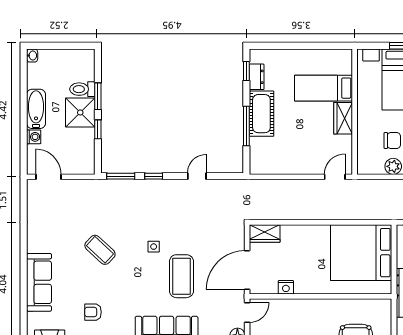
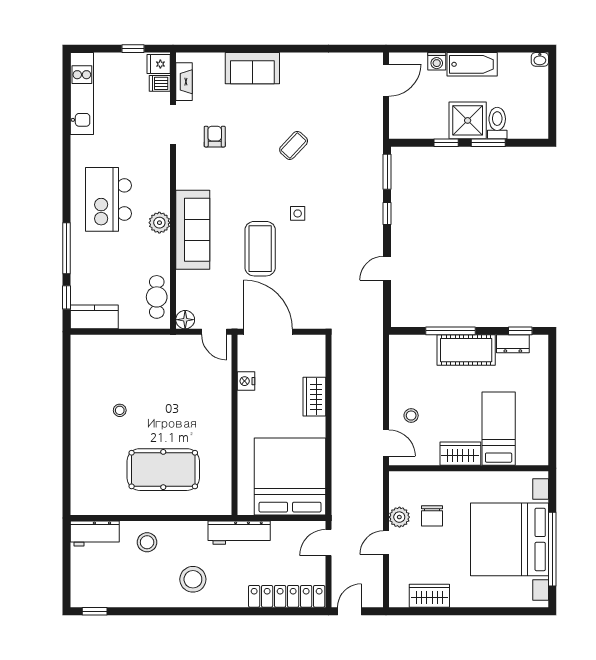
stool: (313, 157) -> (411, 416), added
door: (197, 176) -> (387, 268), swing flipped
wardrobe: (265, 233) -> (314, 397), moved
coffee table: (100, 250) -> (294, 145), width x0.73, depth x0.77
coffee table: (181, 276) -> (260, 249), turned 90
sofa: (39, 282) -> (252, 68), width x0.73

